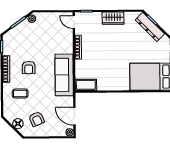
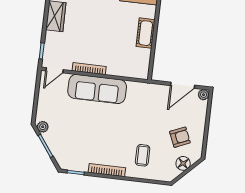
armchair: (29, 68) -> (109, 139), removed
sofa: (64, 75) -> (97, 89), moved
cot: (86, 85) -> (146, 33), moved

